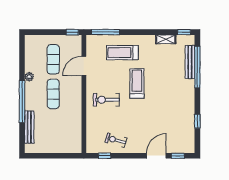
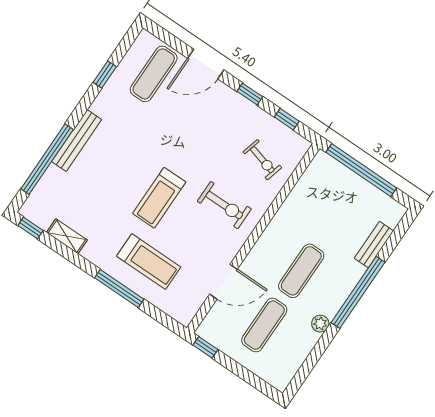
window: (105, 32) -> (119, 288), moved
bench: (190, 62) -> (77, 141), moved
bench: (29, 127) -> (374, 245), width x0.73
exercise mat: (176, 136) -> (154, 74), added
exercise bike: (116, 140) -> (262, 160), moved
window: (57, 156) -> (361, 170), added
window: (178, 156) -> (250, 94), moved

